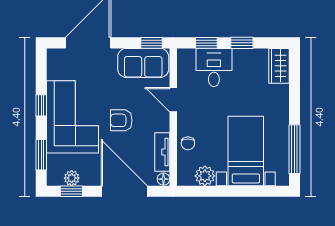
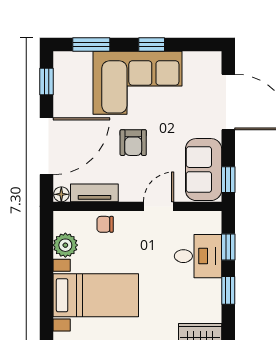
armchair: (121, 120) -> (133, 143), turned 180
plant: (72, 178) -> (62, 82), removed

